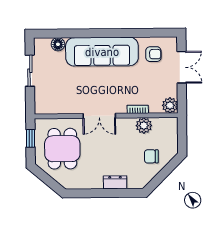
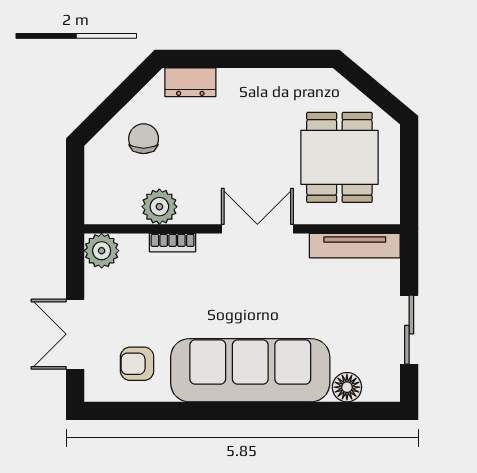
tv unit: (55, 109) -> (355, 246), added
window: (31, 138) -> (409, 181), removed
chair: (151, 156) -> (144, 139), turned -90
dresser: (115, 182) -> (190, 82), moved

